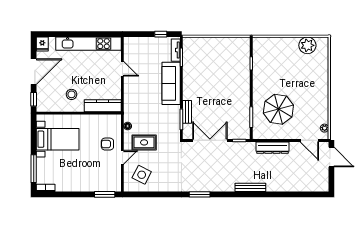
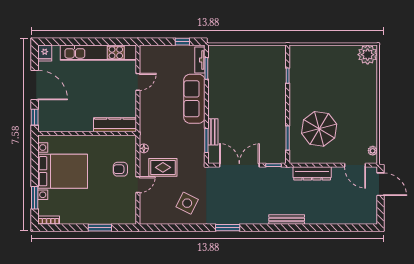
plant: (307, 45) -> (368, 55), moved
door: (122, 69) -> (138, 82), hinge flipped
door: (34, 72) -> (35, 85), hinge flipped
stool: (72, 94) -> (79, 112), removed
bed with nightstands: (58, 139) -> (63, 171), width x1.36
window: (34, 169) -> (35, 198), width x0.69
side table: (142, 175) -> (187, 203), moved
window: (105, 194) -> (100, 228), moved

